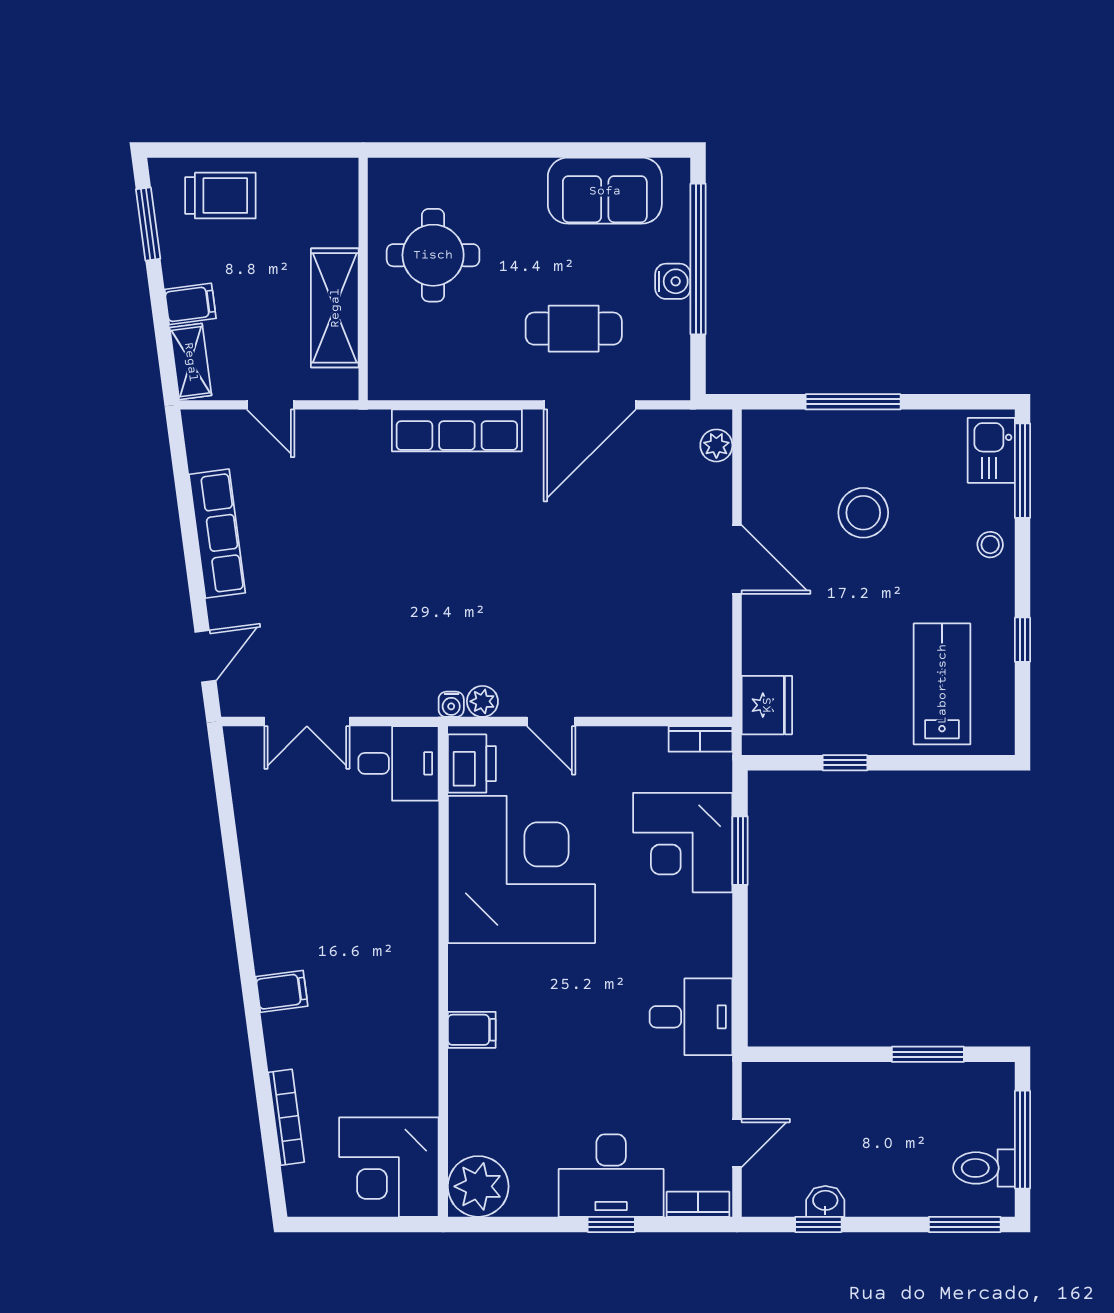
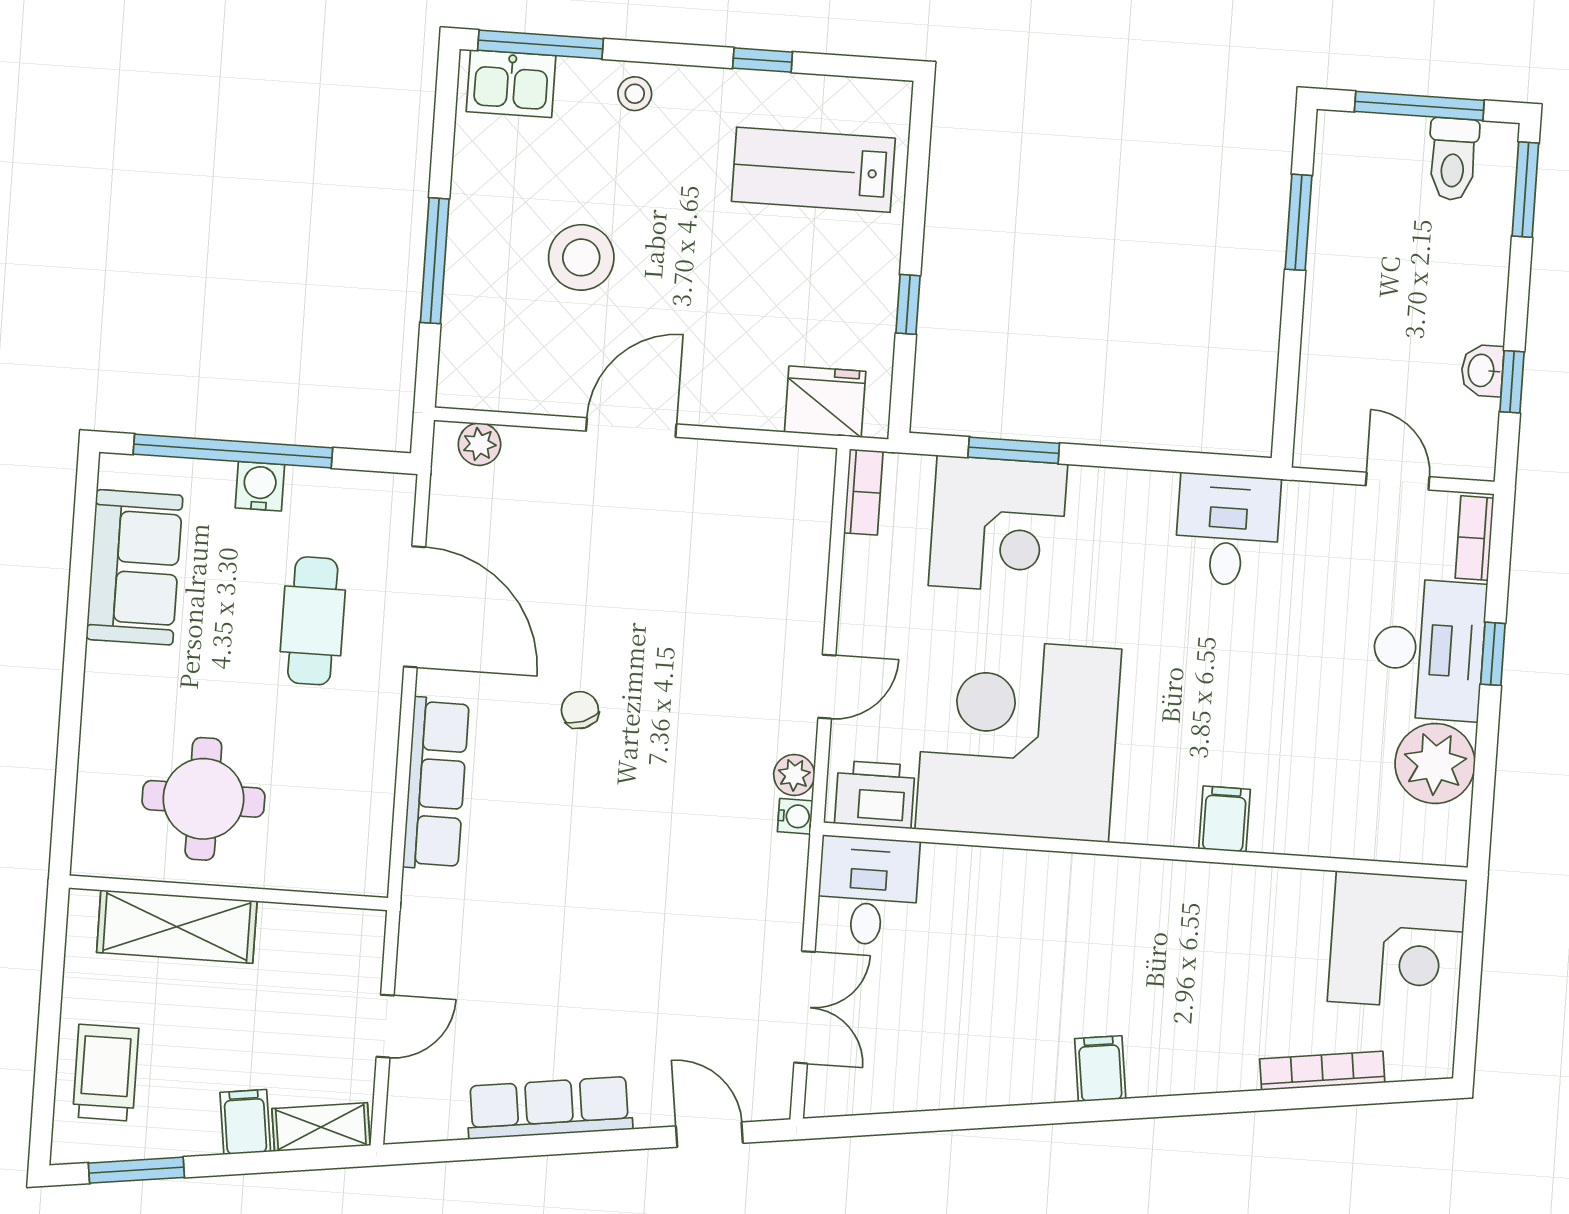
shelving: (335, 308) -> (177, 927), moved
chair: (520, 536) -> (580, 710), added
filing cabinet: (282, 991) -> (1100, 1069), moved
plant: (478, 1186) -> (1435, 763), moved

